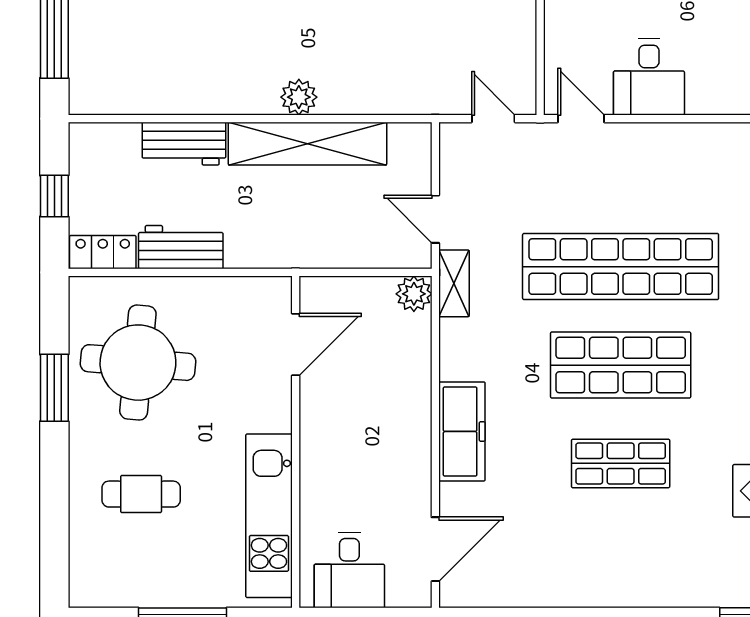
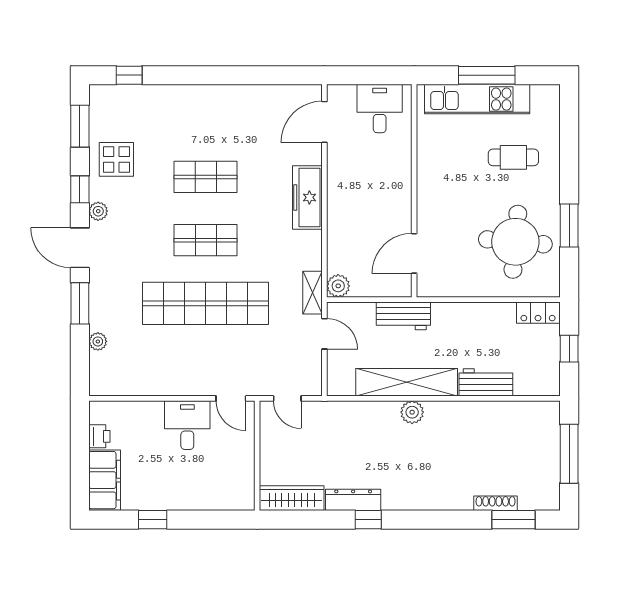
workbench: (181, 247) -> (403, 316), moved
shop shelf: (621, 365) -> (206, 240), width x0.70, depth x0.74
kitchen unit: (269, 516) -> (477, 99), moved, turned 90

